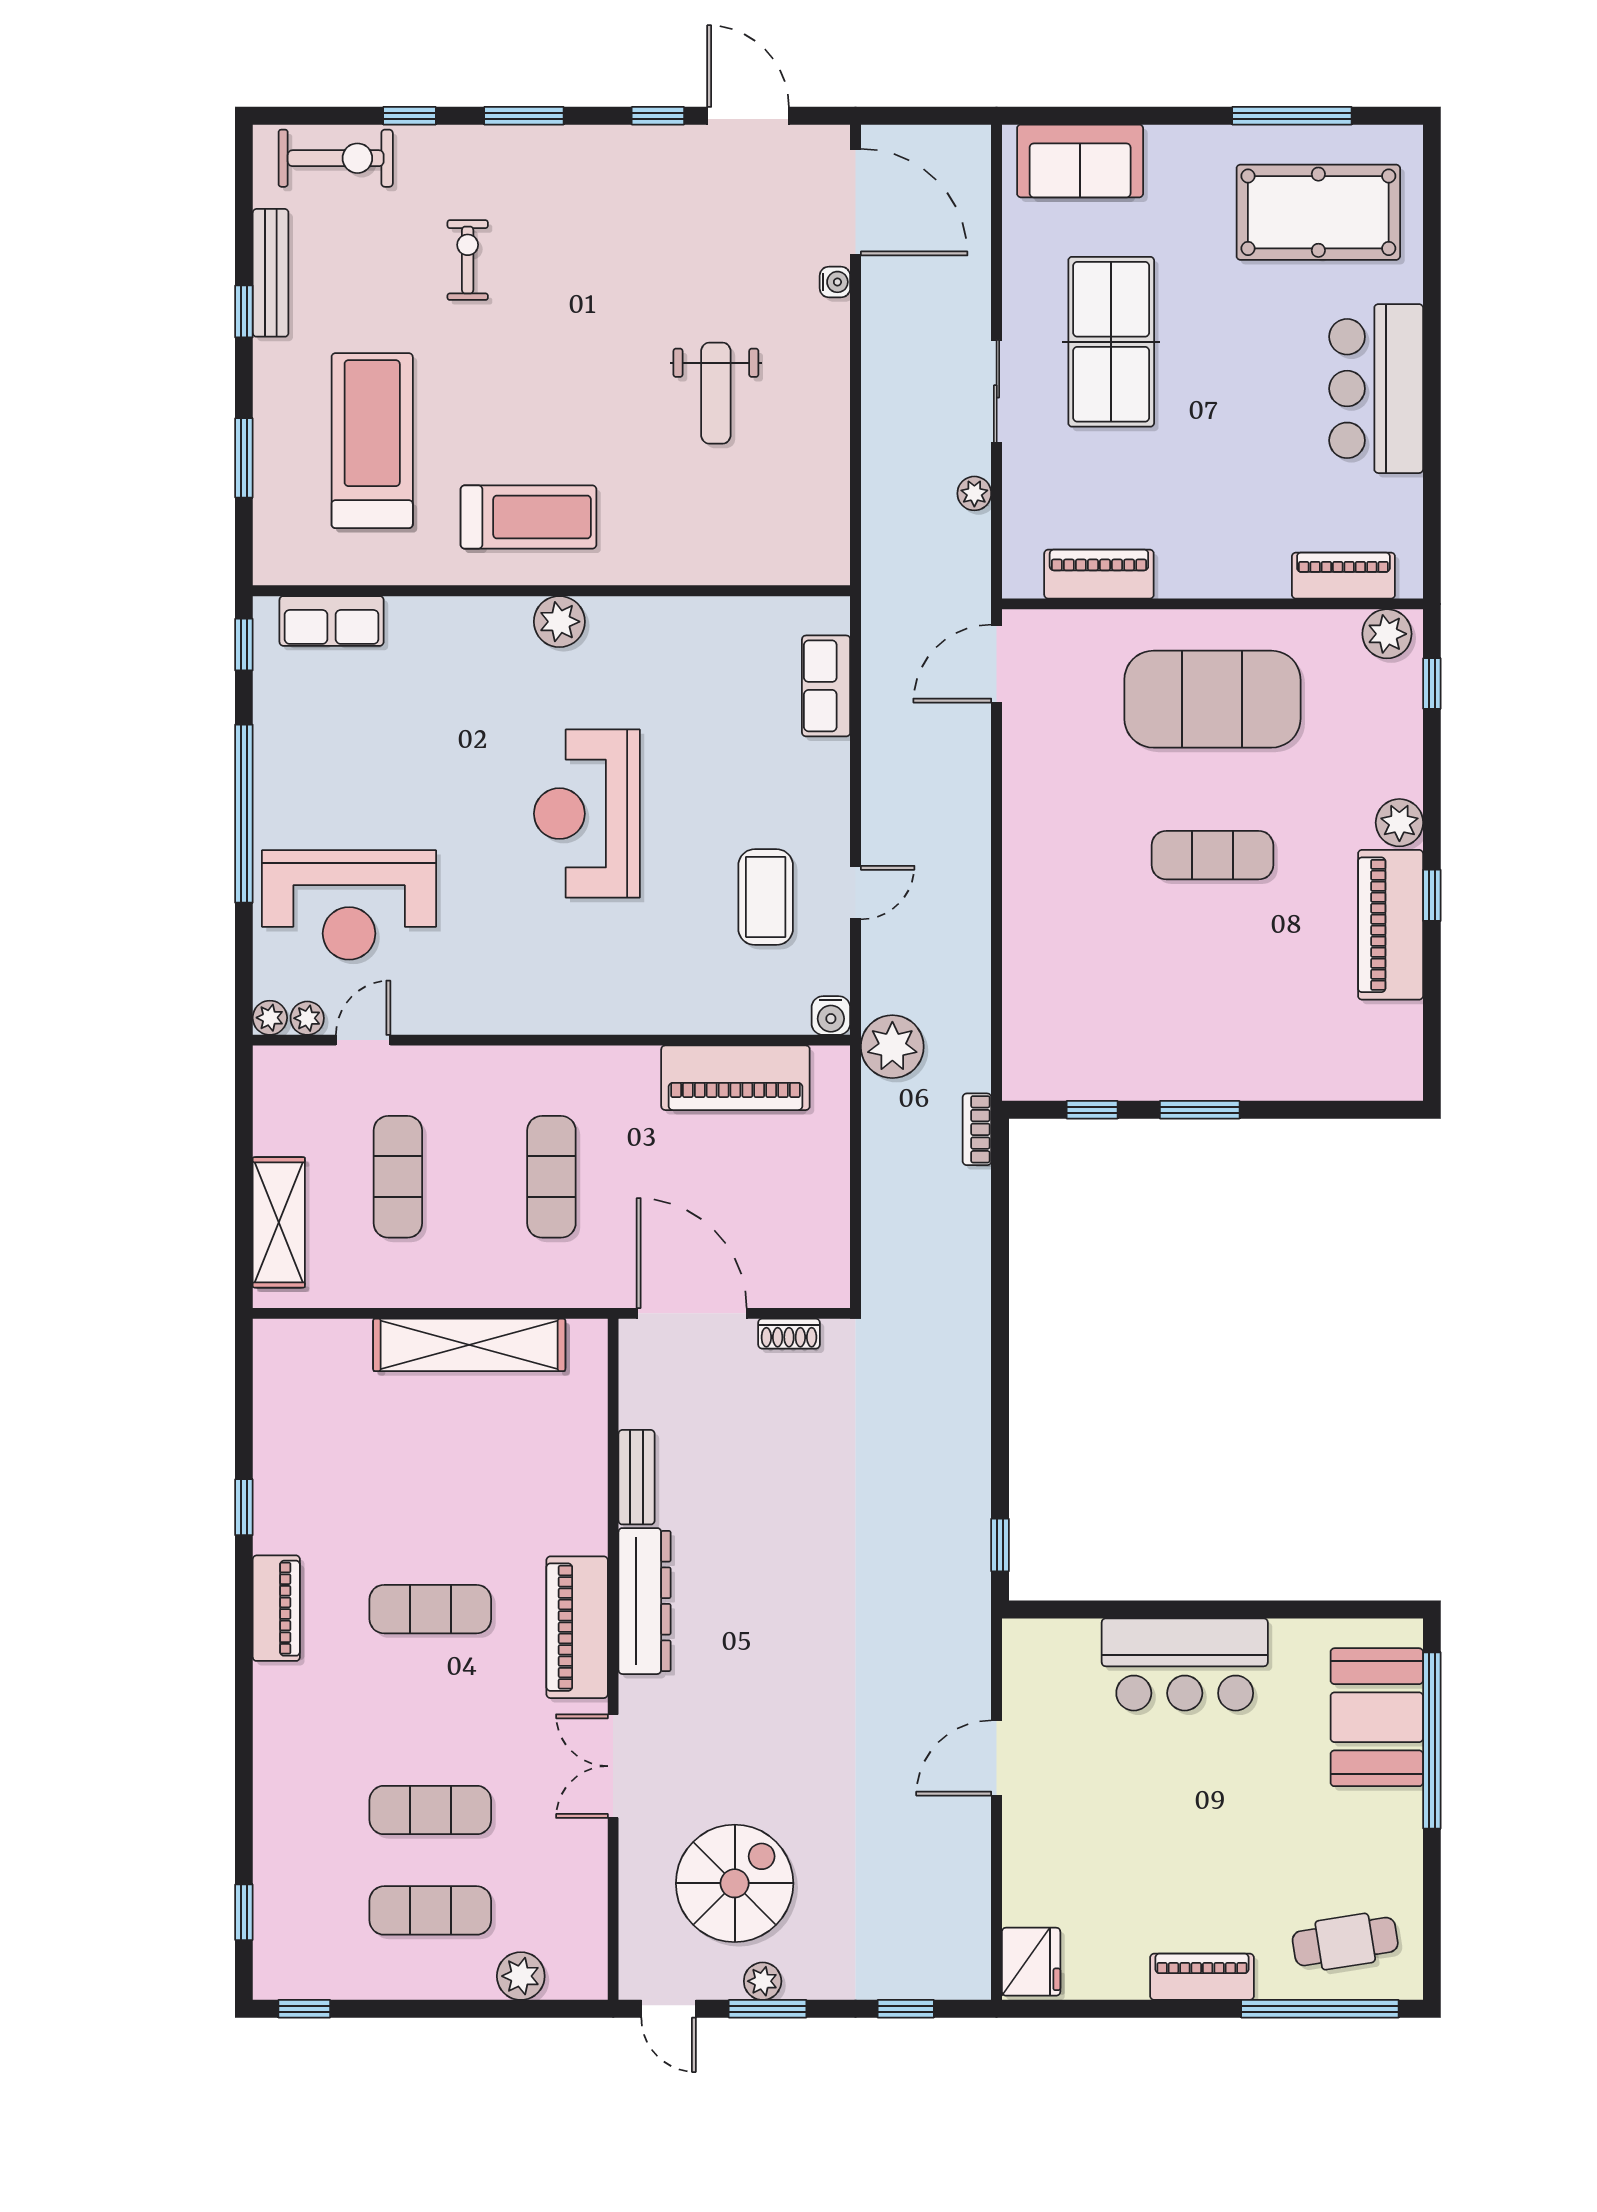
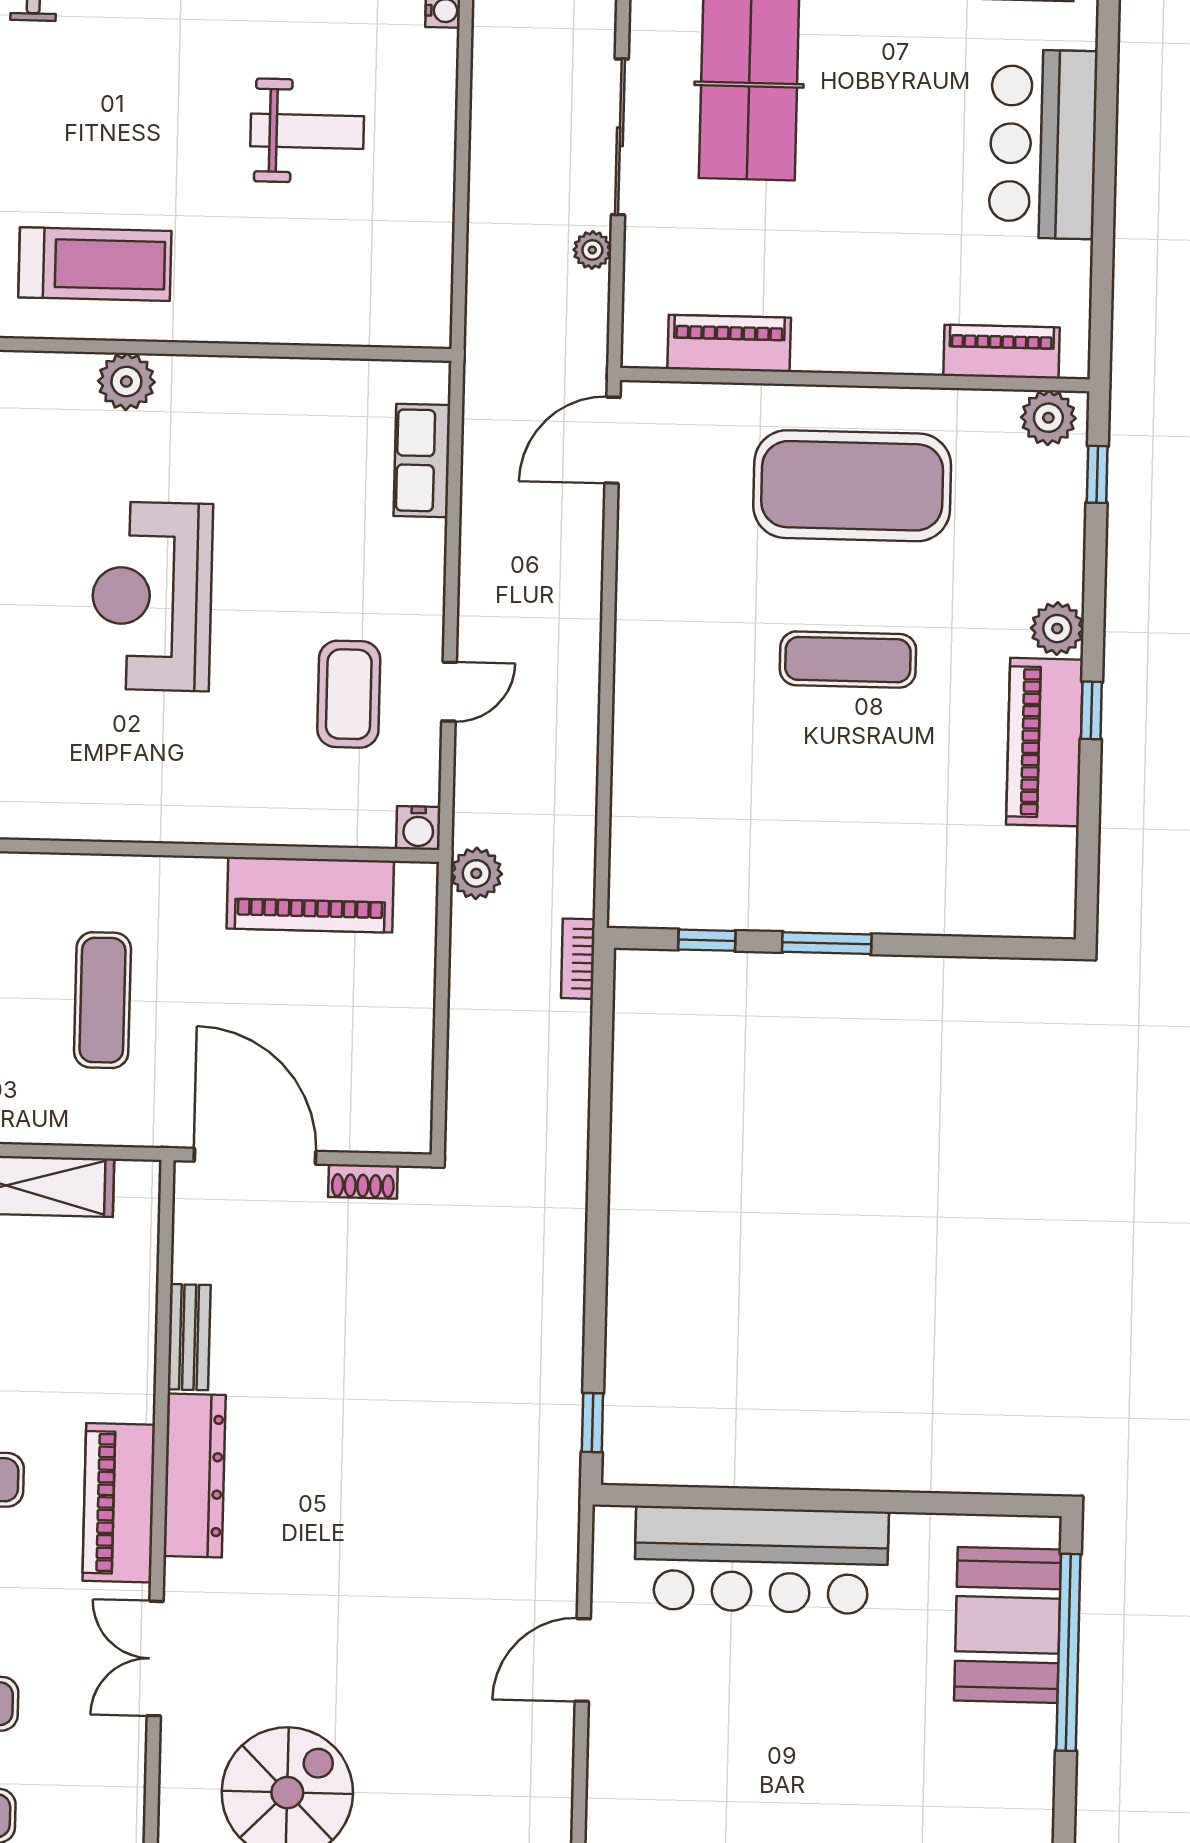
sliding door: (997, 391) -> (620, 137), width x1.37
weight bench: (716, 393) -> (307, 131), turned -90
plant: (892, 1047) -> (476, 873), width x0.73, depth x0.73
bar counter: (1185, 1664) -> (761, 1560), width x1.36

